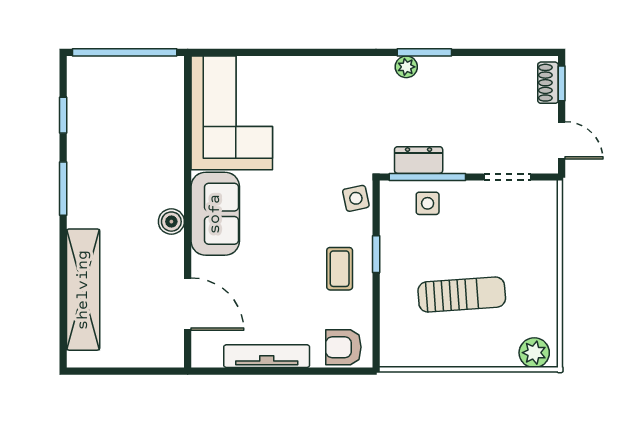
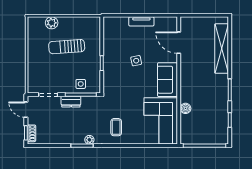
dresser: (419, 160) -> (71, 102), moved
side table: (356, 198) -> (136, 61), moved
boiler: (171, 222) -> (186, 108), moved
coffee table: (340, 269) -> (116, 127), moved
armchair: (343, 347) -> (115, 25), removed
plant: (534, 353) -> (52, 23), moved
tv unit: (267, 356) -> (141, 21), width x0.71

